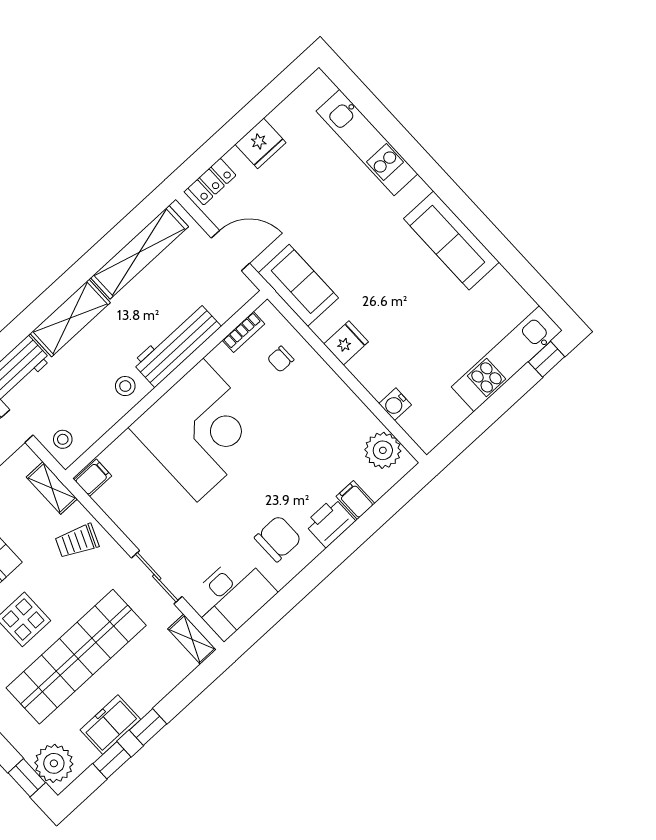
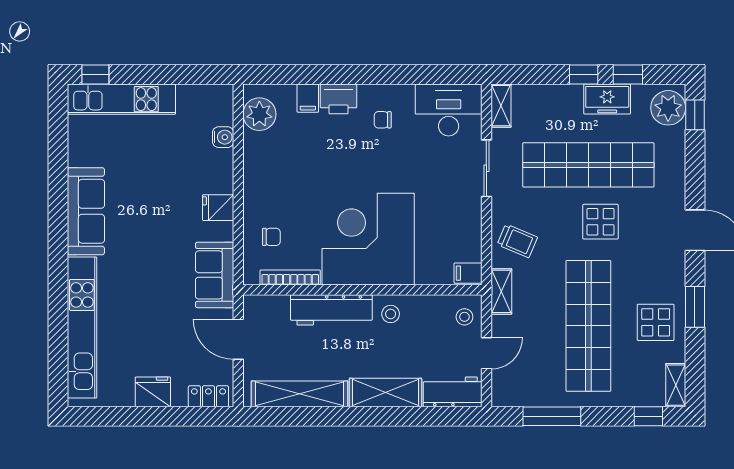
kitchen unit: (367, 143) -> (82, 327), width x1.36
bookcase: (243, 332) -> (290, 278), width x1.56
chair: (278, 539) -> (383, 120), width x0.54, depth x0.54

